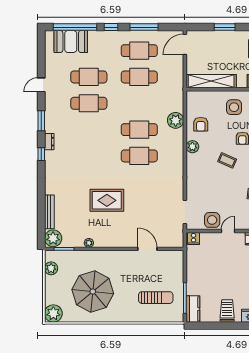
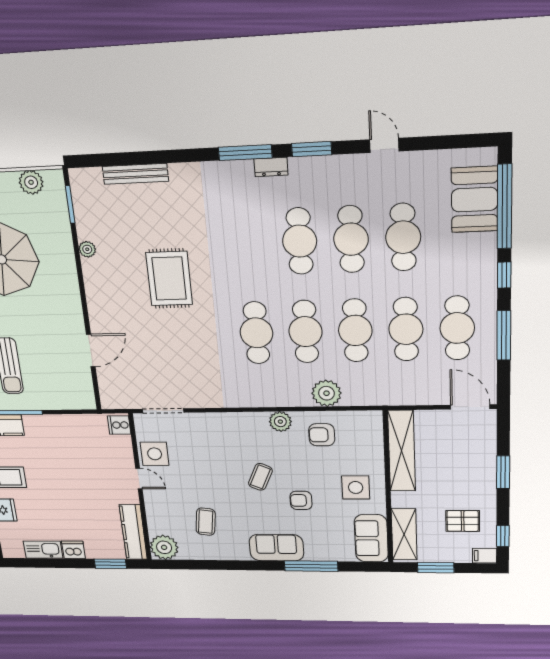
cafe table: (139, 103) -> (355, 330), added
cafe table: (89, 130) -> (300, 241), added
window: (41, 154) -> (245, 153), width x2.17
plant: (53, 238) -> (87, 183), removed

